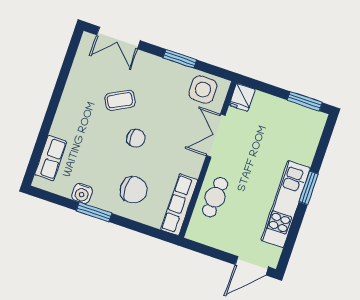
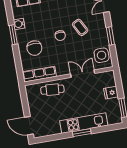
fridge: (242, 97) -> (111, 93), moved
coffee table: (120, 100) -> (80, 27), moved
kitchen unit: (286, 204) -> (84, 123), moved

